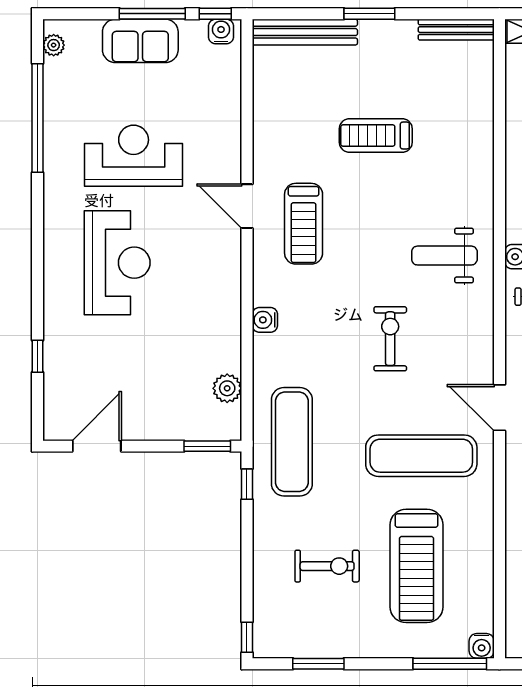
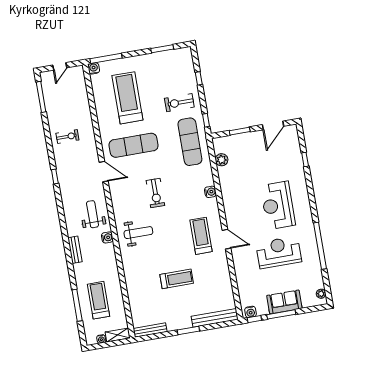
window: (37, 118) -> (320, 246), moved
reception desk: (134, 156) -> (279, 252), turned 180
window: (207, 446) -> (240, 131), moved
exercise bike: (327, 566) -> (179, 103), moved
window: (247, 637) -> (199, 78), moved

